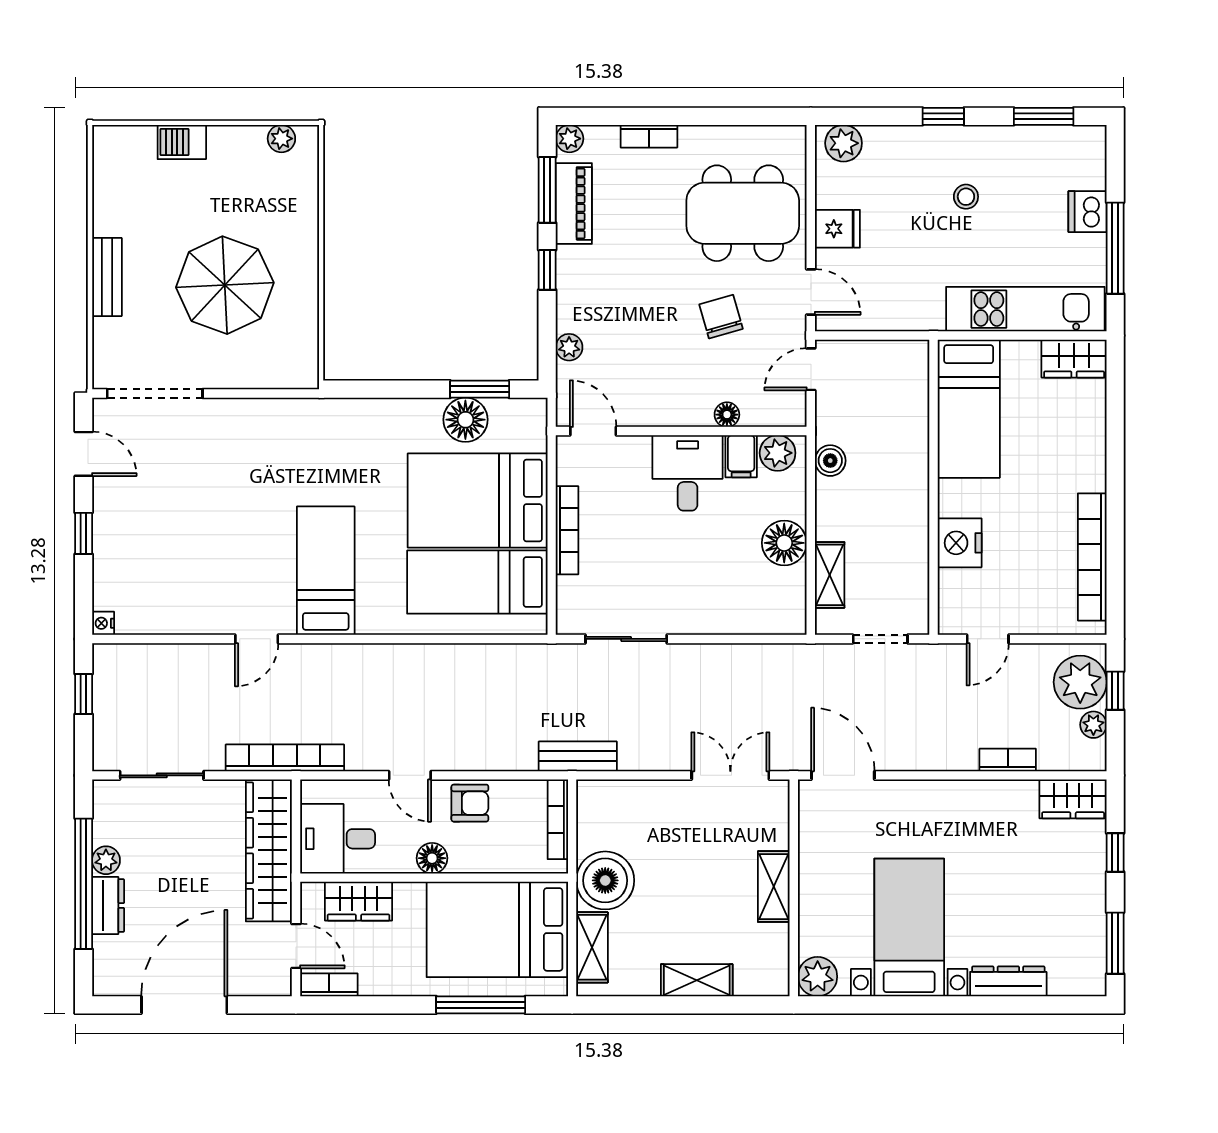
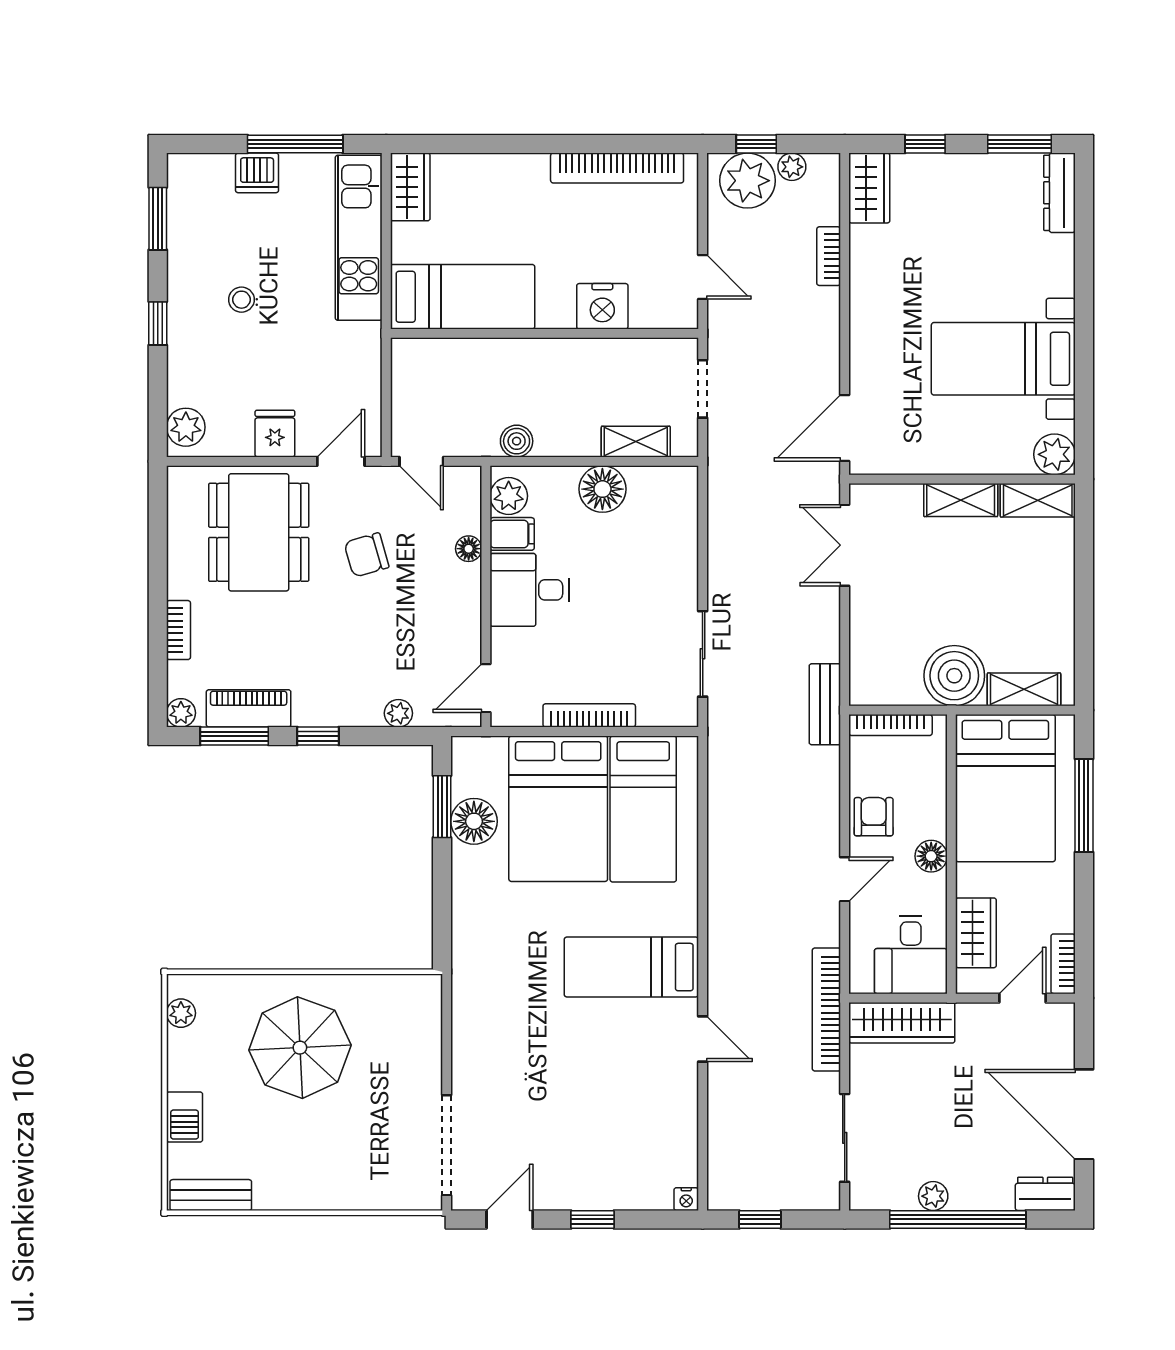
bench: (107, 277) -> (211, 1195), moved
parasol: (225, 285) -> (300, 1048), moved
wardrobe: (269, 850) -> (902, 1023), width x0.71, depth x0.85
dresser: (108, 905) -> (1045, 1194), moved
shelving: (697, 980) -> (1038, 500), moved, turned 90
dresser: (1008, 981) -> (1059, 193), moved

